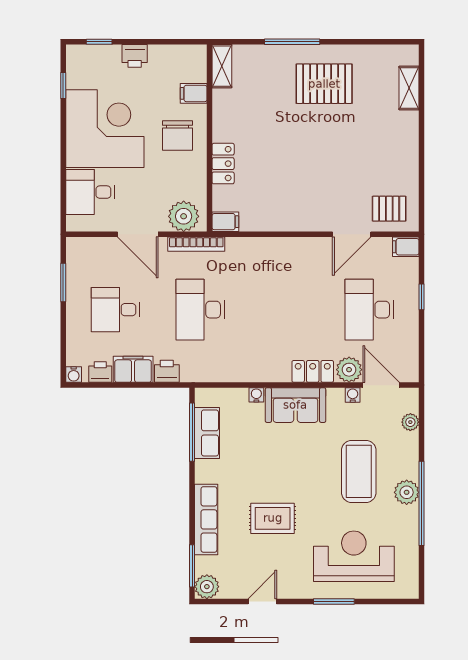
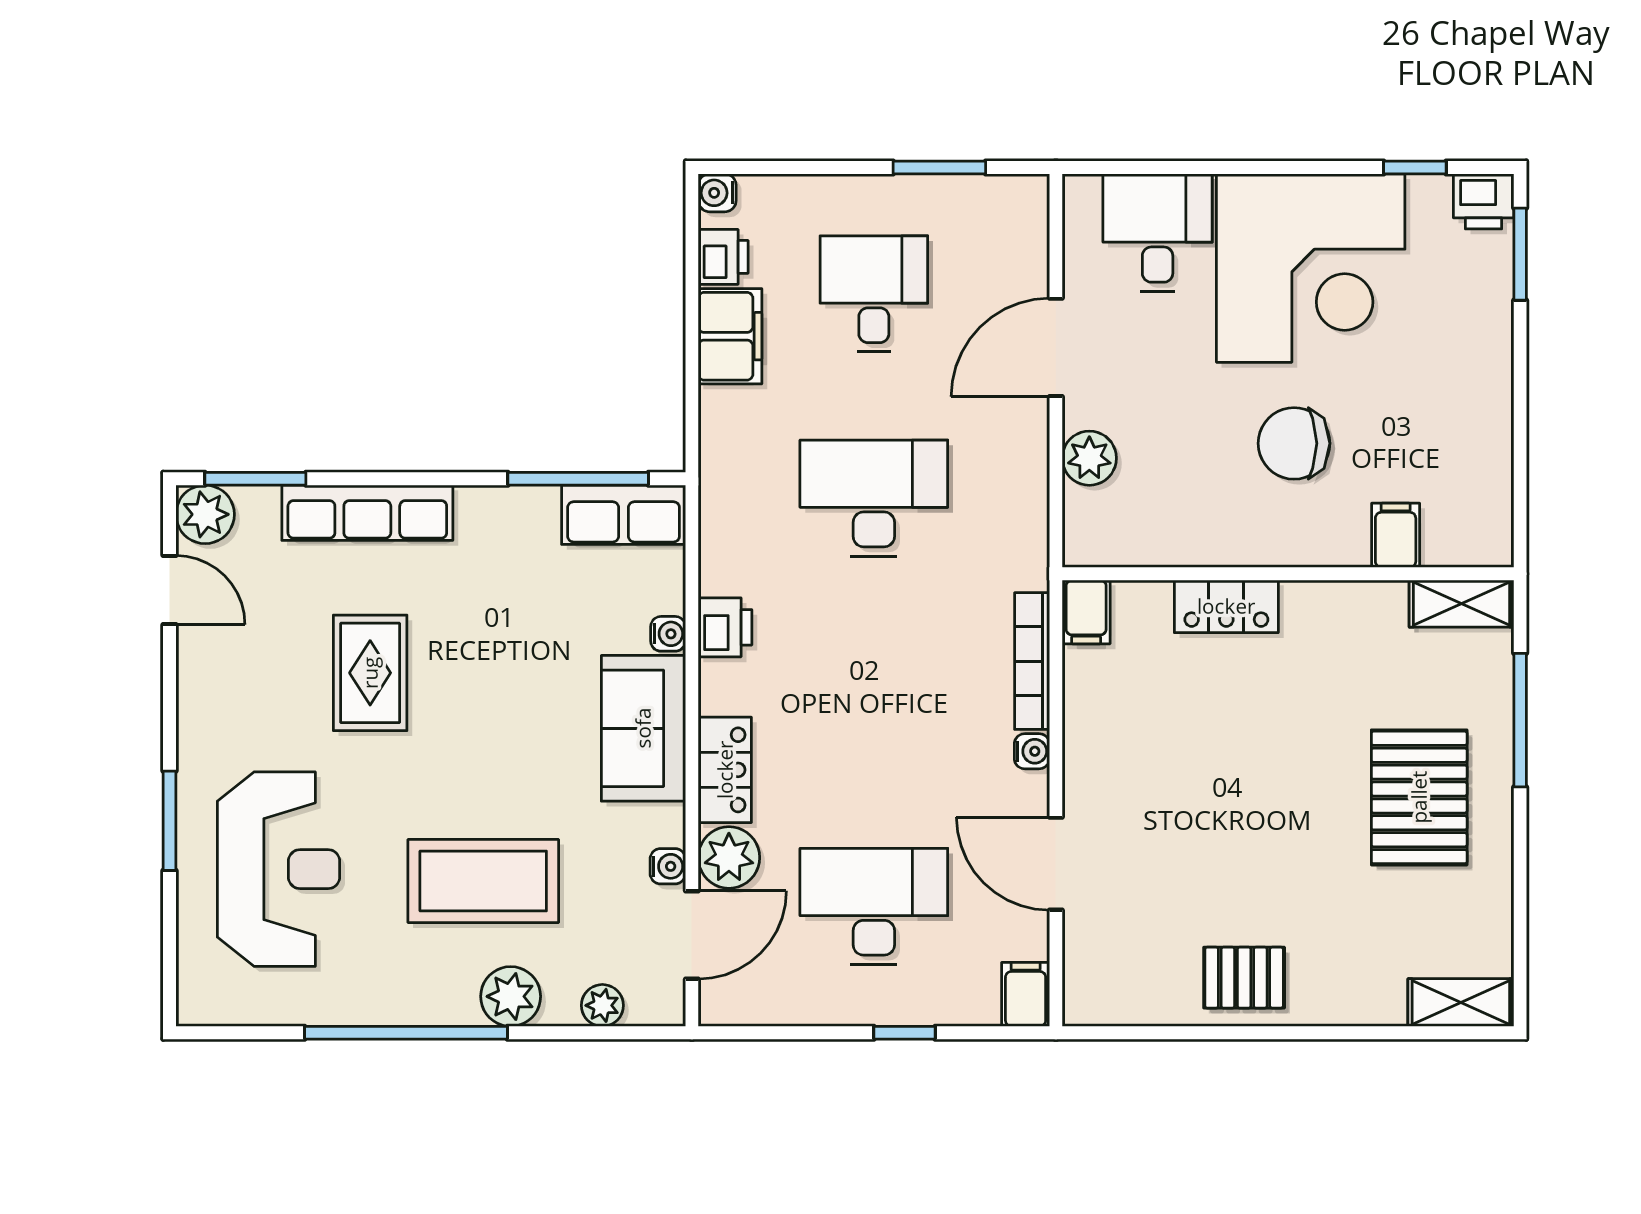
window: (99, 42) -> (1520, 254), width x1.50
printer: (135, 56) -> (1484, 201), moved, turned -90
shelving: (222, 66) -> (1462, 604), moved
shelving: (409, 88) -> (1461, 1003), moved
filing cabinet: (194, 93) -> (1396, 535), moved
wall: (210, 138) -> (1288, 574), moved
locker: (223, 164) -> (1226, 606), moved
pallet: (389, 209) -> (1244, 978), moved, turned 90
plant: (184, 216) -> (1089, 458), width x0.73, depth x0.73
filing cabinet: (225, 222) -> (1086, 612), moved
bookcase: (196, 244) -> (1032, 661), moved
water cooler: (305, 244) -> (1032, 751), added
printer: (167, 371) -> (725, 627), moved
row of seats: (207, 433) -> (624, 515), moved
plant: (407, 492) -> (511, 996), moved
door: (262, 601) -> (170, 590), moved

